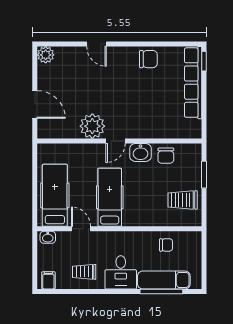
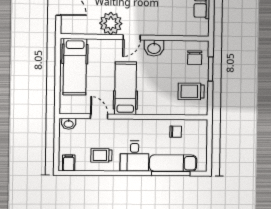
chair: (166, 156) -> (195, 58), moved
hospital bed: (55, 195) -> (75, 67), moved, turned 180

